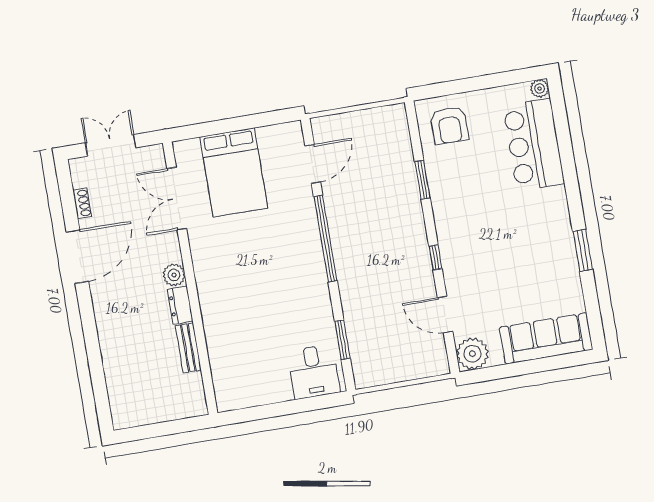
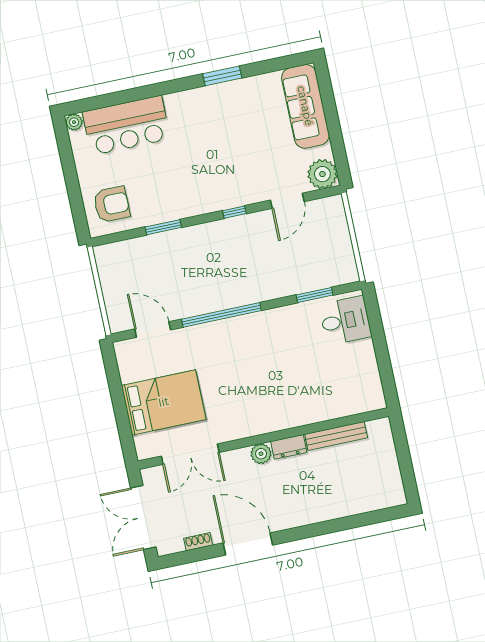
double door: (111, 145) -> (143, 517), width x1.37
bench: (188, 348) -> (336, 436), width x1.36

